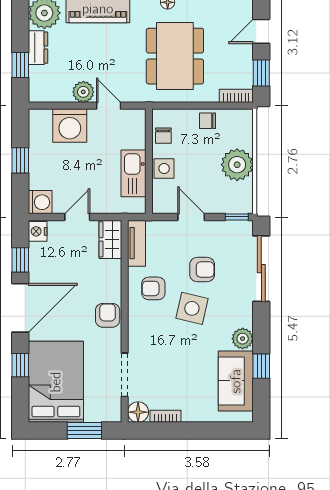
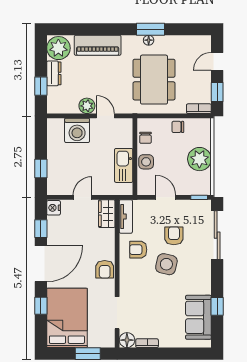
window: (20, 160) -> (41, 168), moved
washing machine: (40, 202) -> (55, 187), removed
armchair: (202, 270) -> (174, 236), turned -90
armchair: (108, 315) -> (105, 269), turned 180
plant: (243, 339) -> (203, 286), removed

